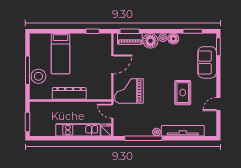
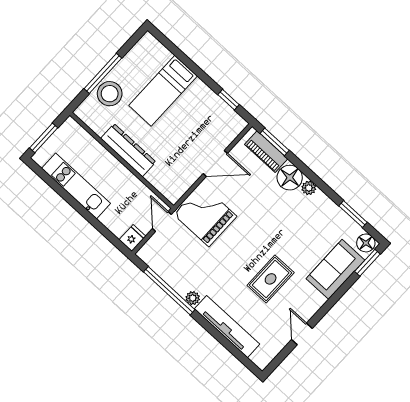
floor lamp: (173, 39) -> (366, 243), moved
door: (218, 104) -> (302, 334), hinge flipped
kitchen unit: (78, 130) -> (76, 186), moved

